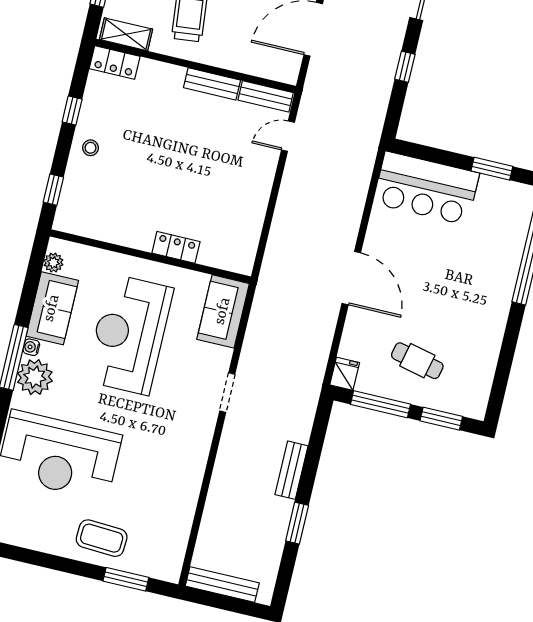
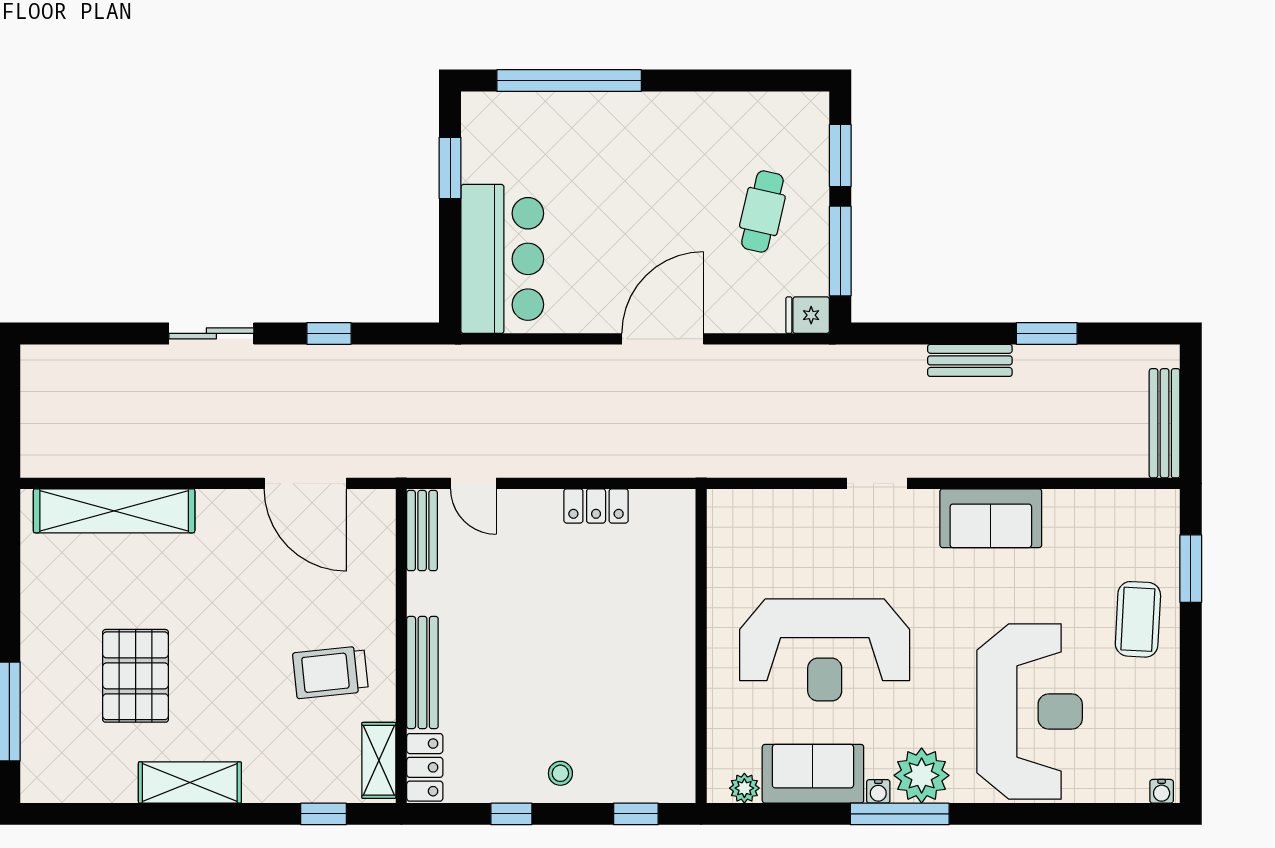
bench: (212, 84) -> (422, 673), moved, width x1.36
locker: (176, 247) -> (596, 506), moved, turned -90
sofa: (223, 311) -> (991, 518), moved

